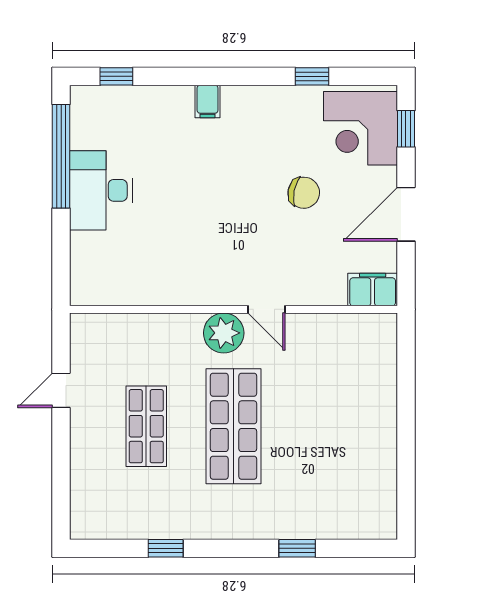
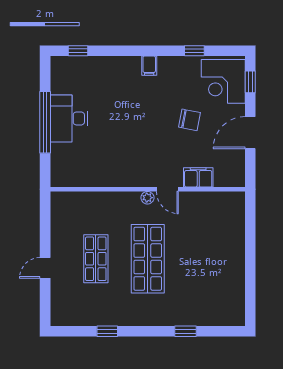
filing cabinet: (208, 102) -> (149, 66), moved
window: (61, 156) -> (45, 122), moved
filing cabinet: (373, 289) -> (198, 177), moved
plant: (224, 333) -> (147, 198), width x0.53, depth x0.53
door: (61, 390) -> (45, 268), moved

